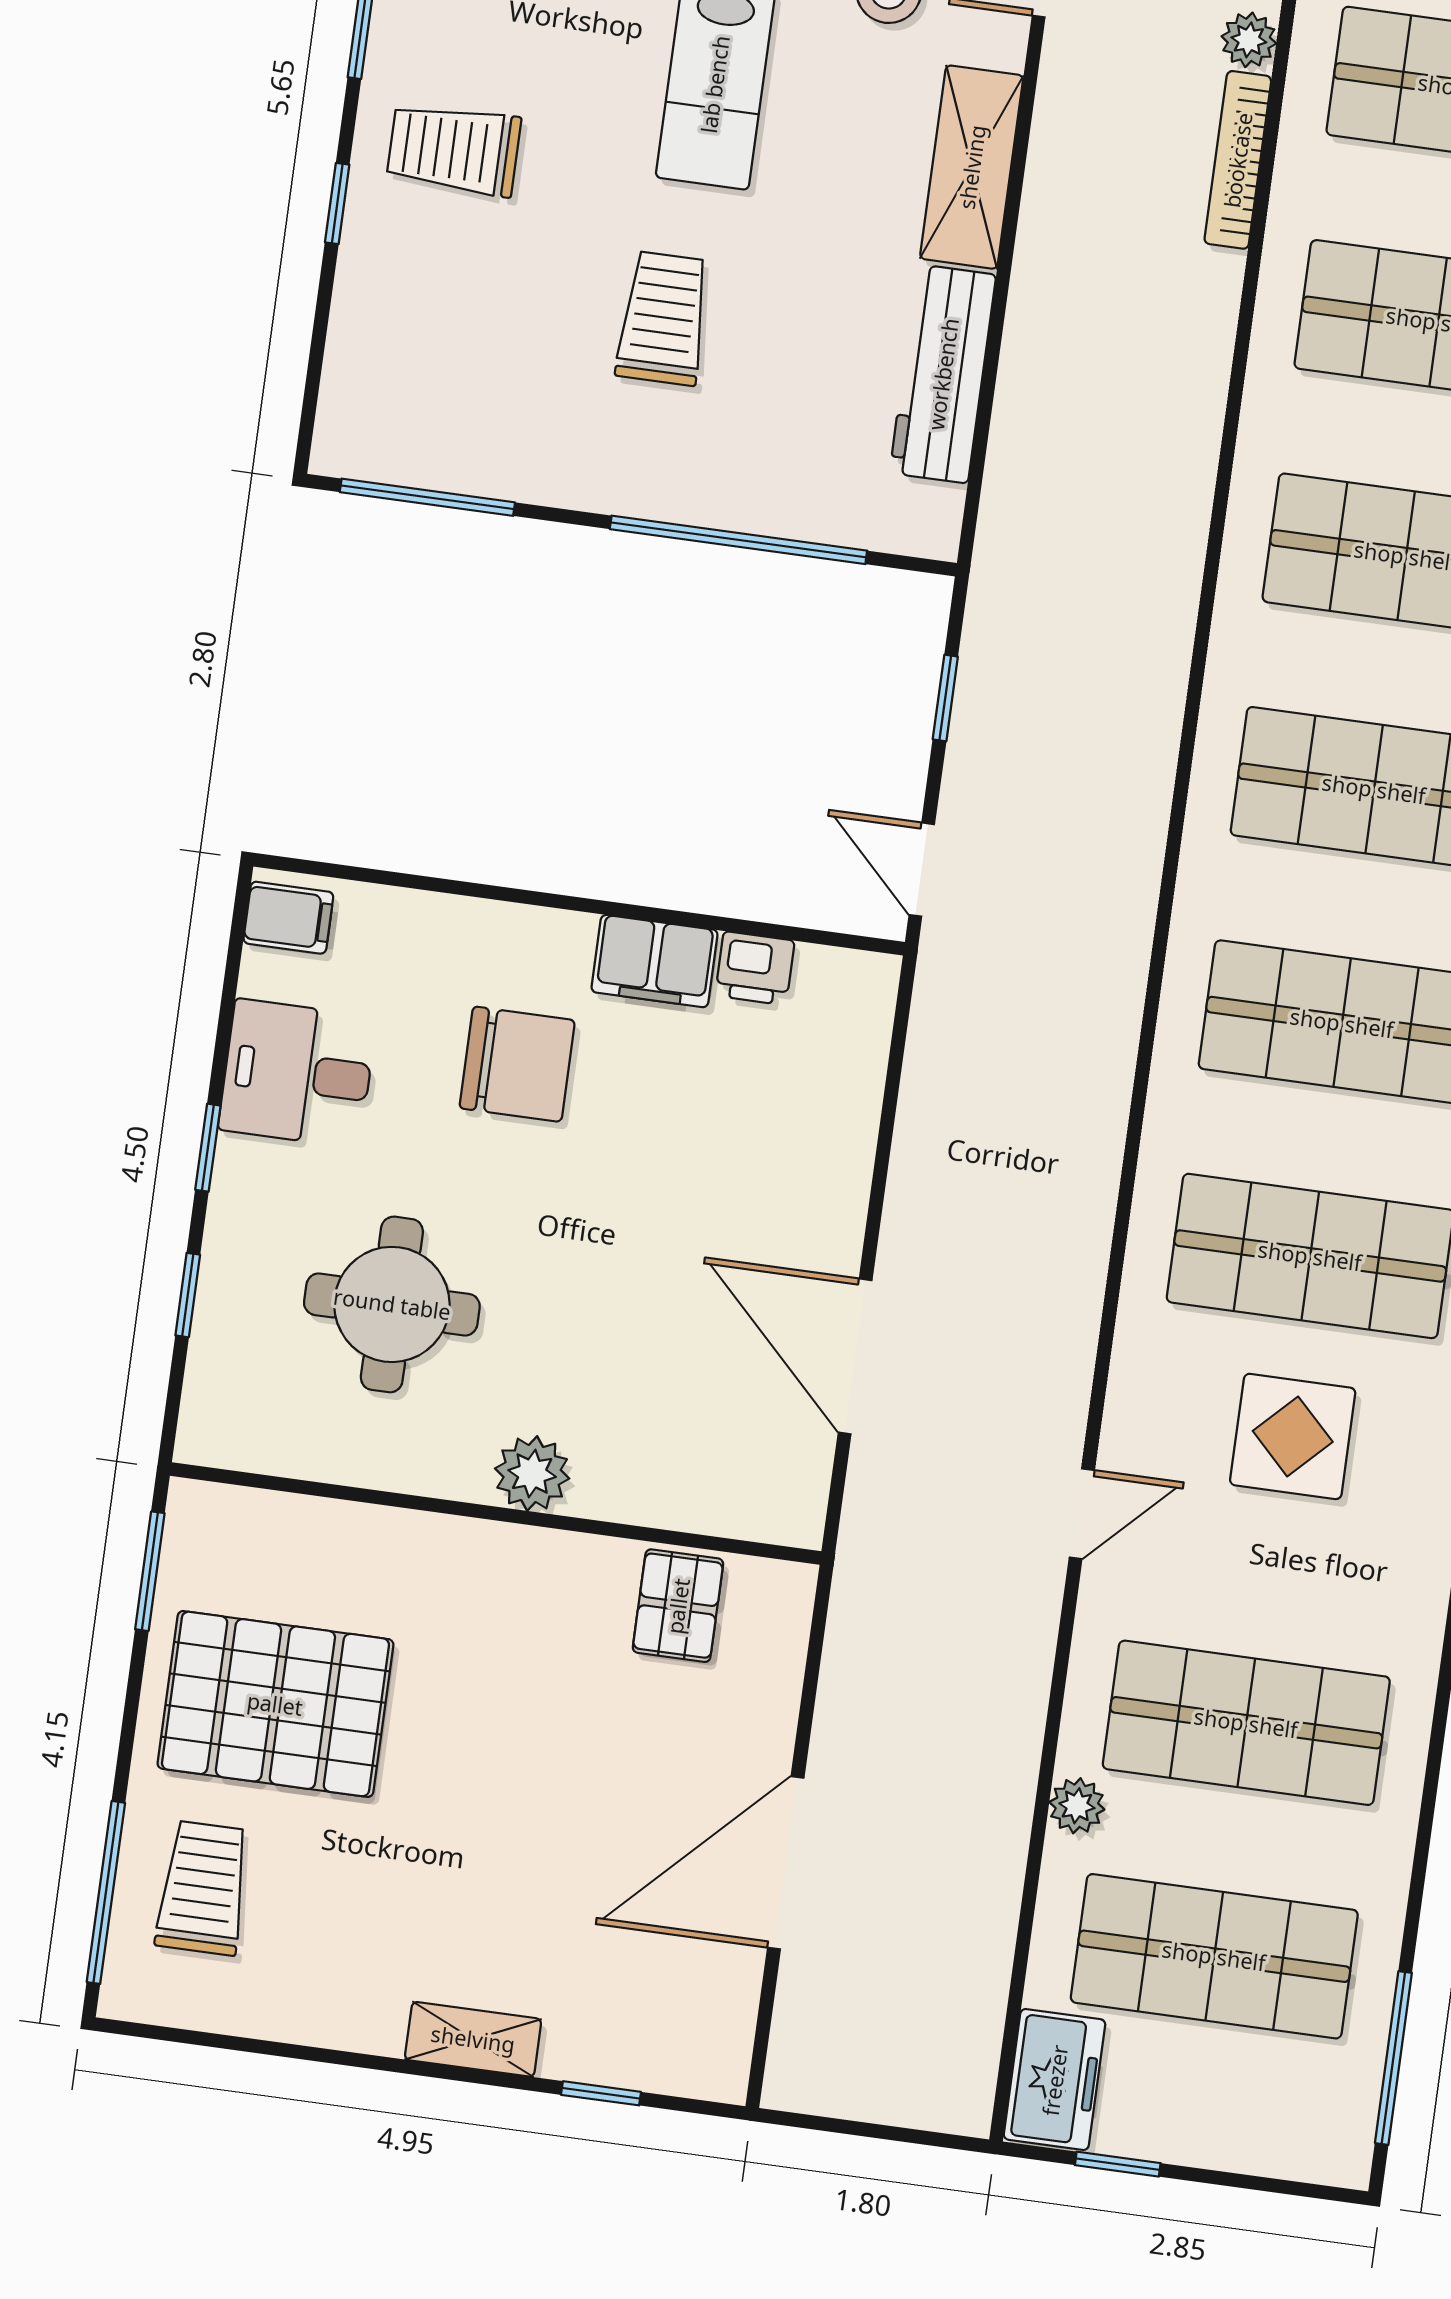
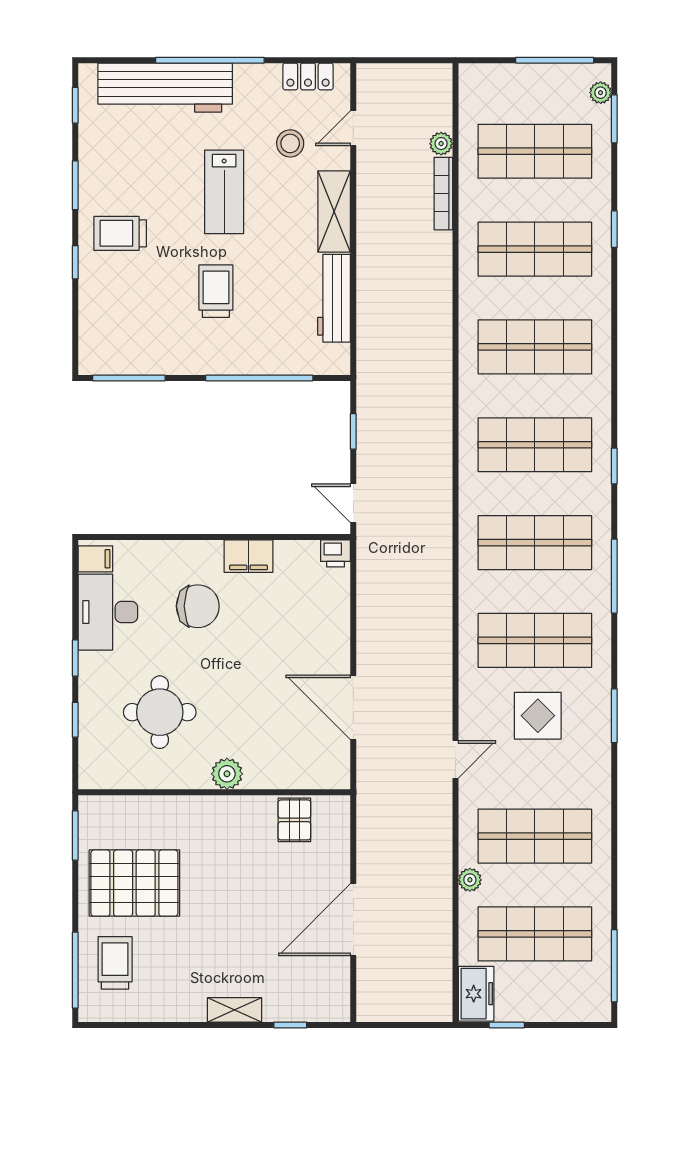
printer: (755, 968) -> (335, 553), moved
desk: (297, 1073) -> (108, 612), width x1.37

